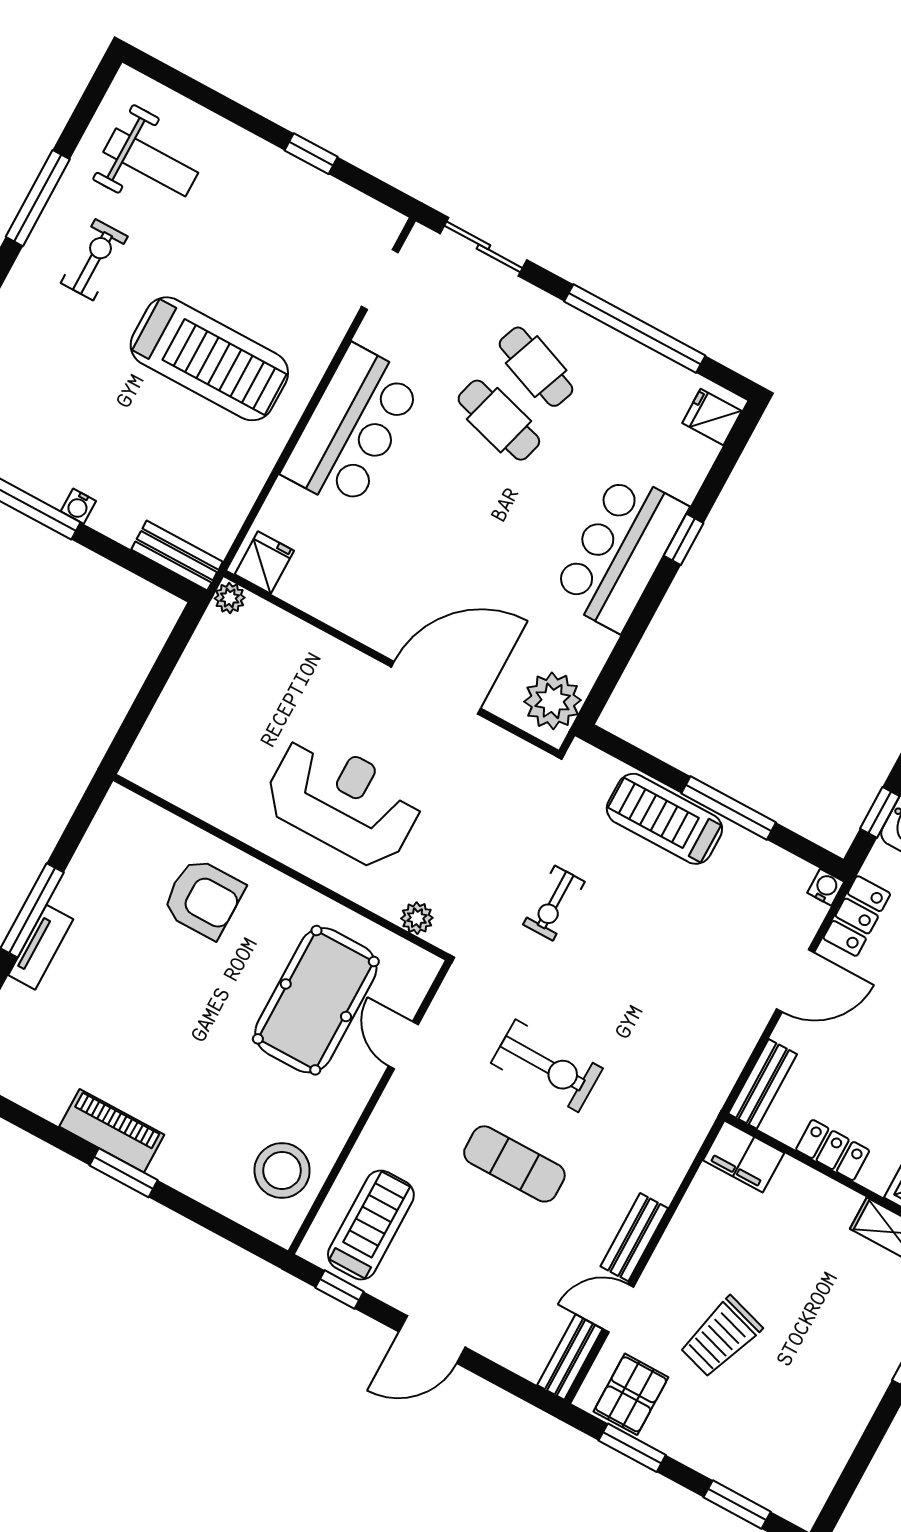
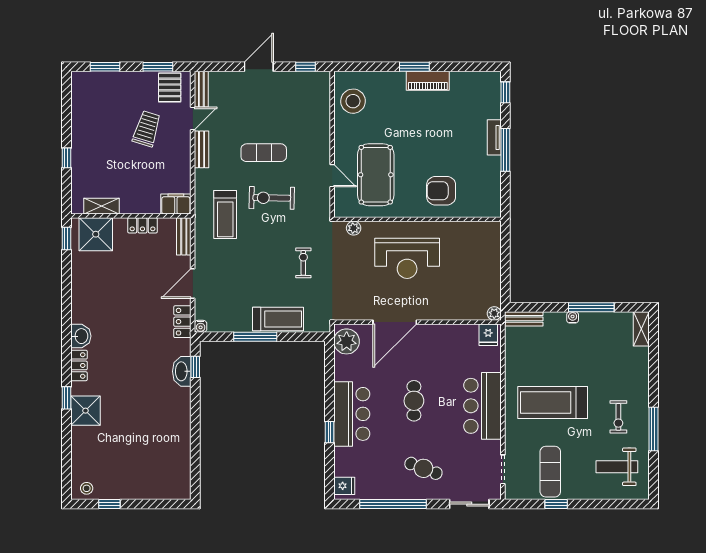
exercise mat: (288, 224) -> (550, 472), added
cafe table: (499, 420) -> (414, 401), moved, turned 74
treadmill: (371, 1225) -> (225, 215), moved

